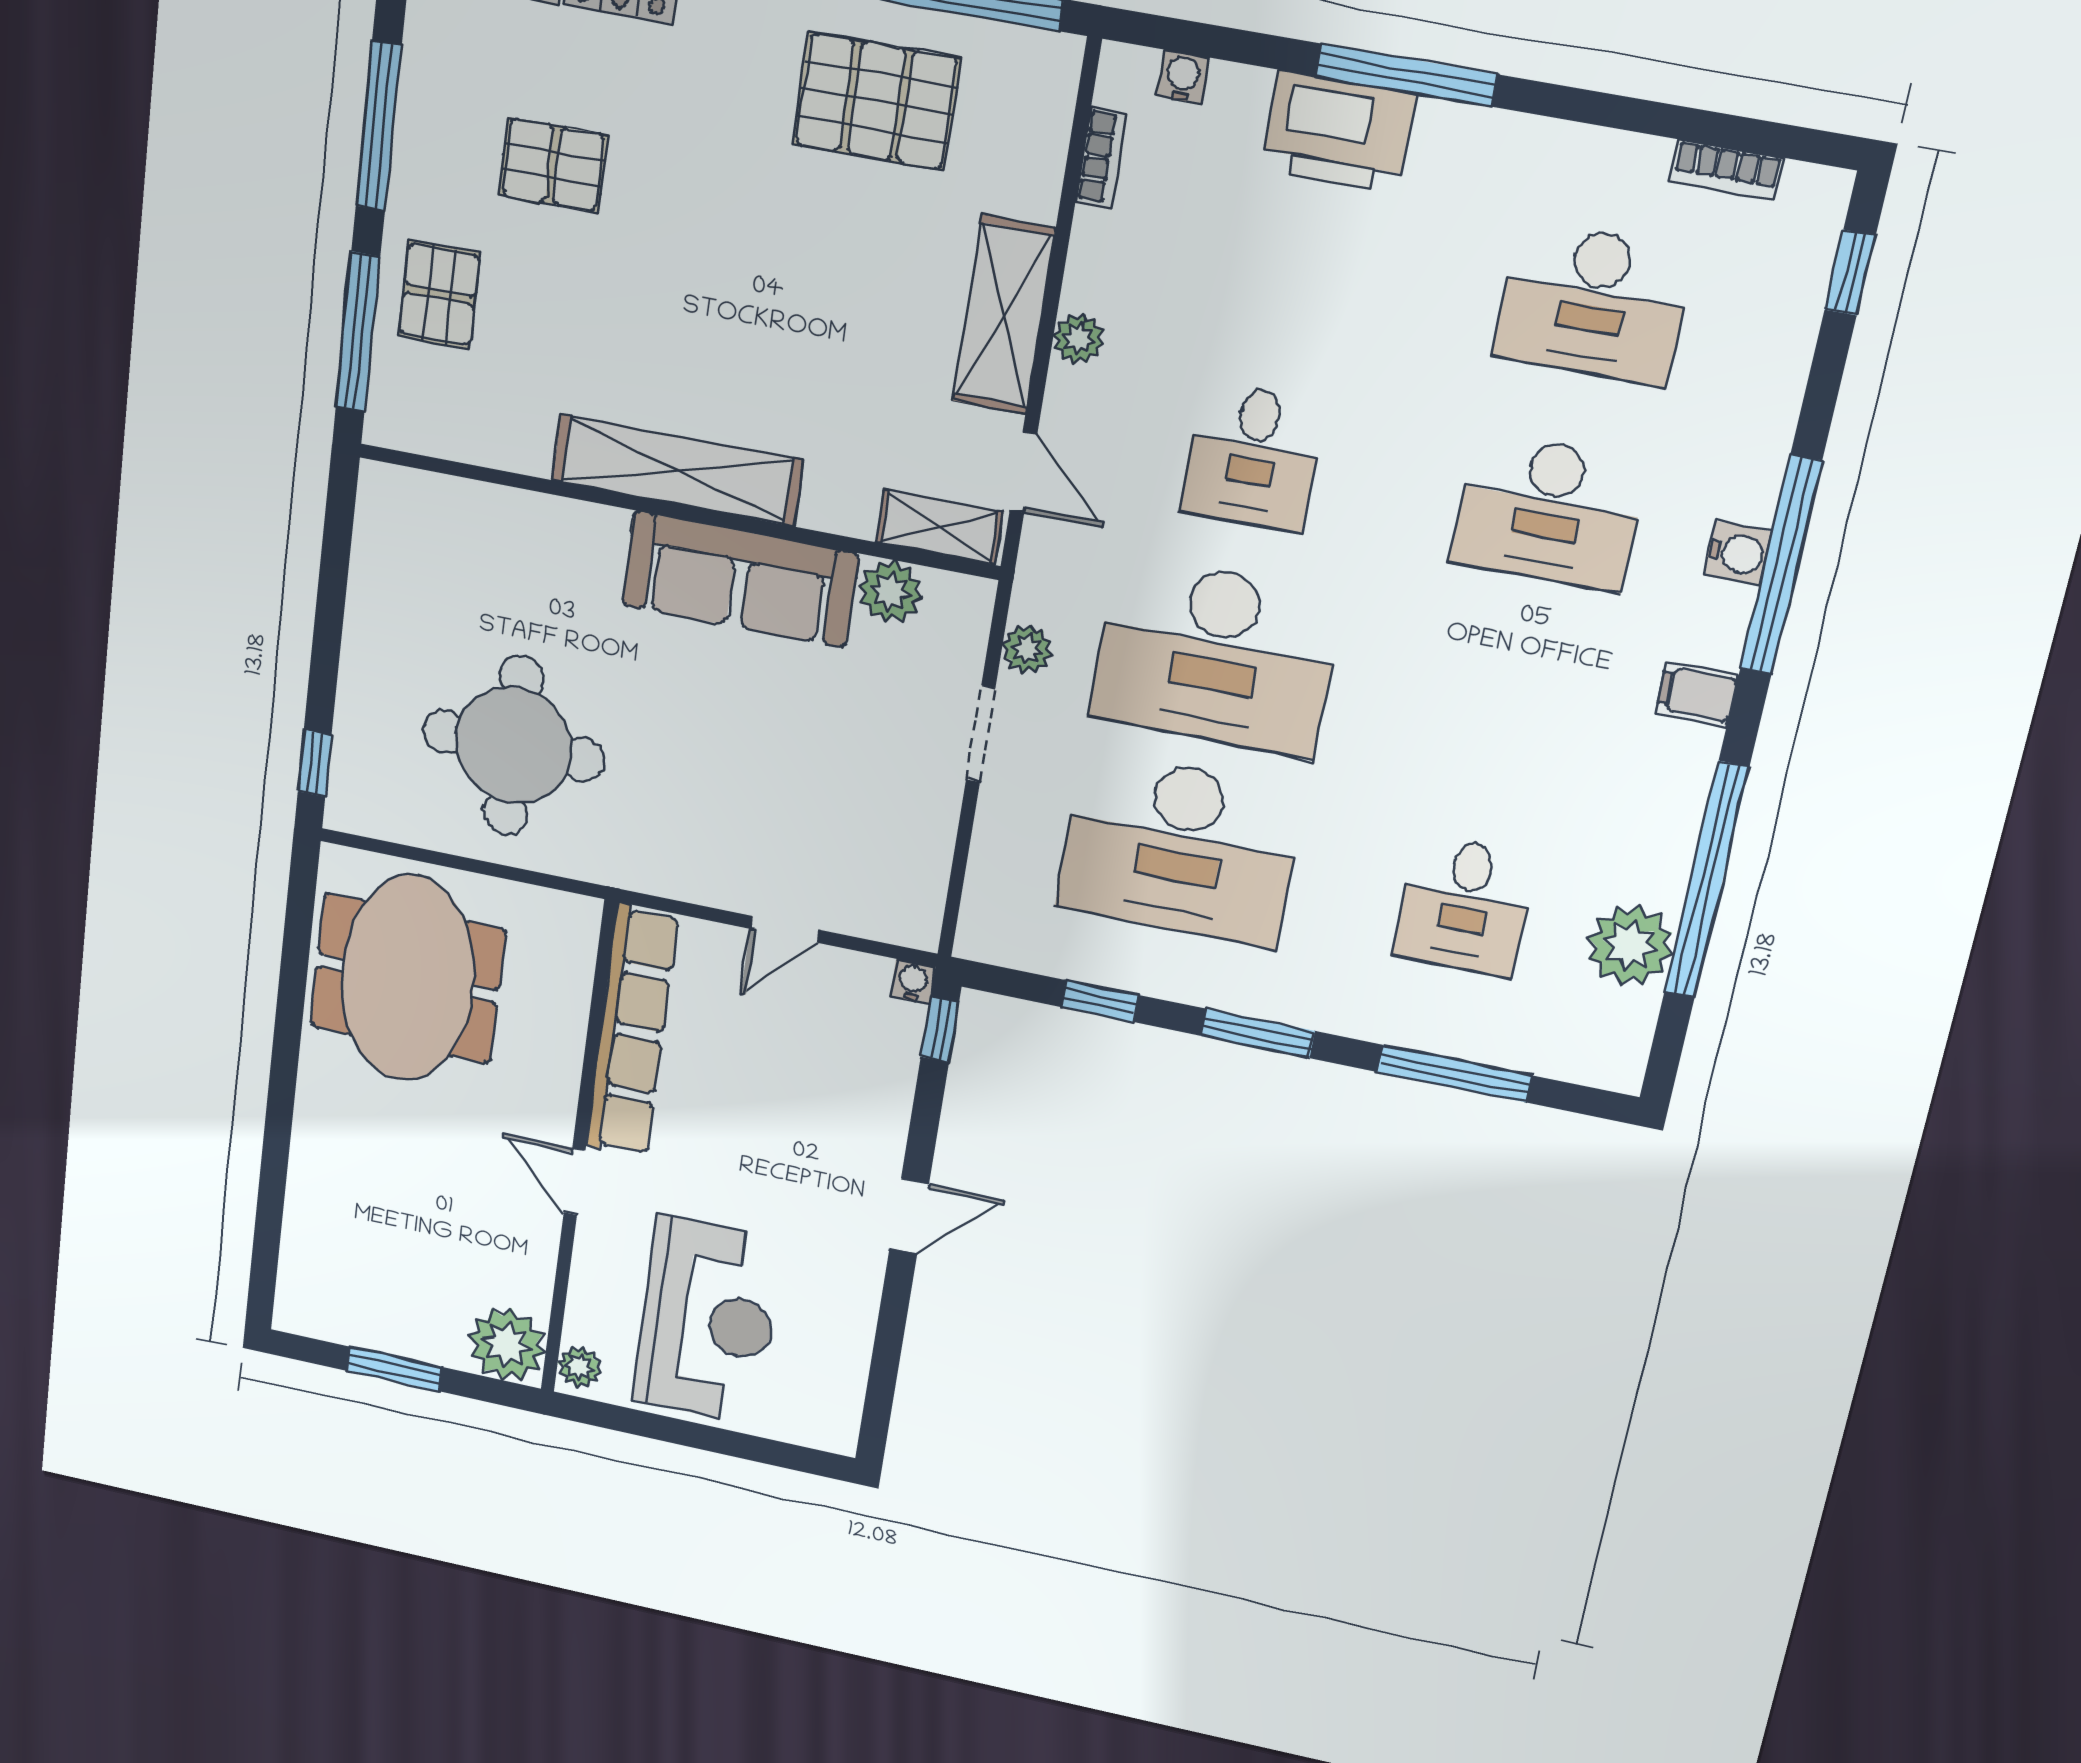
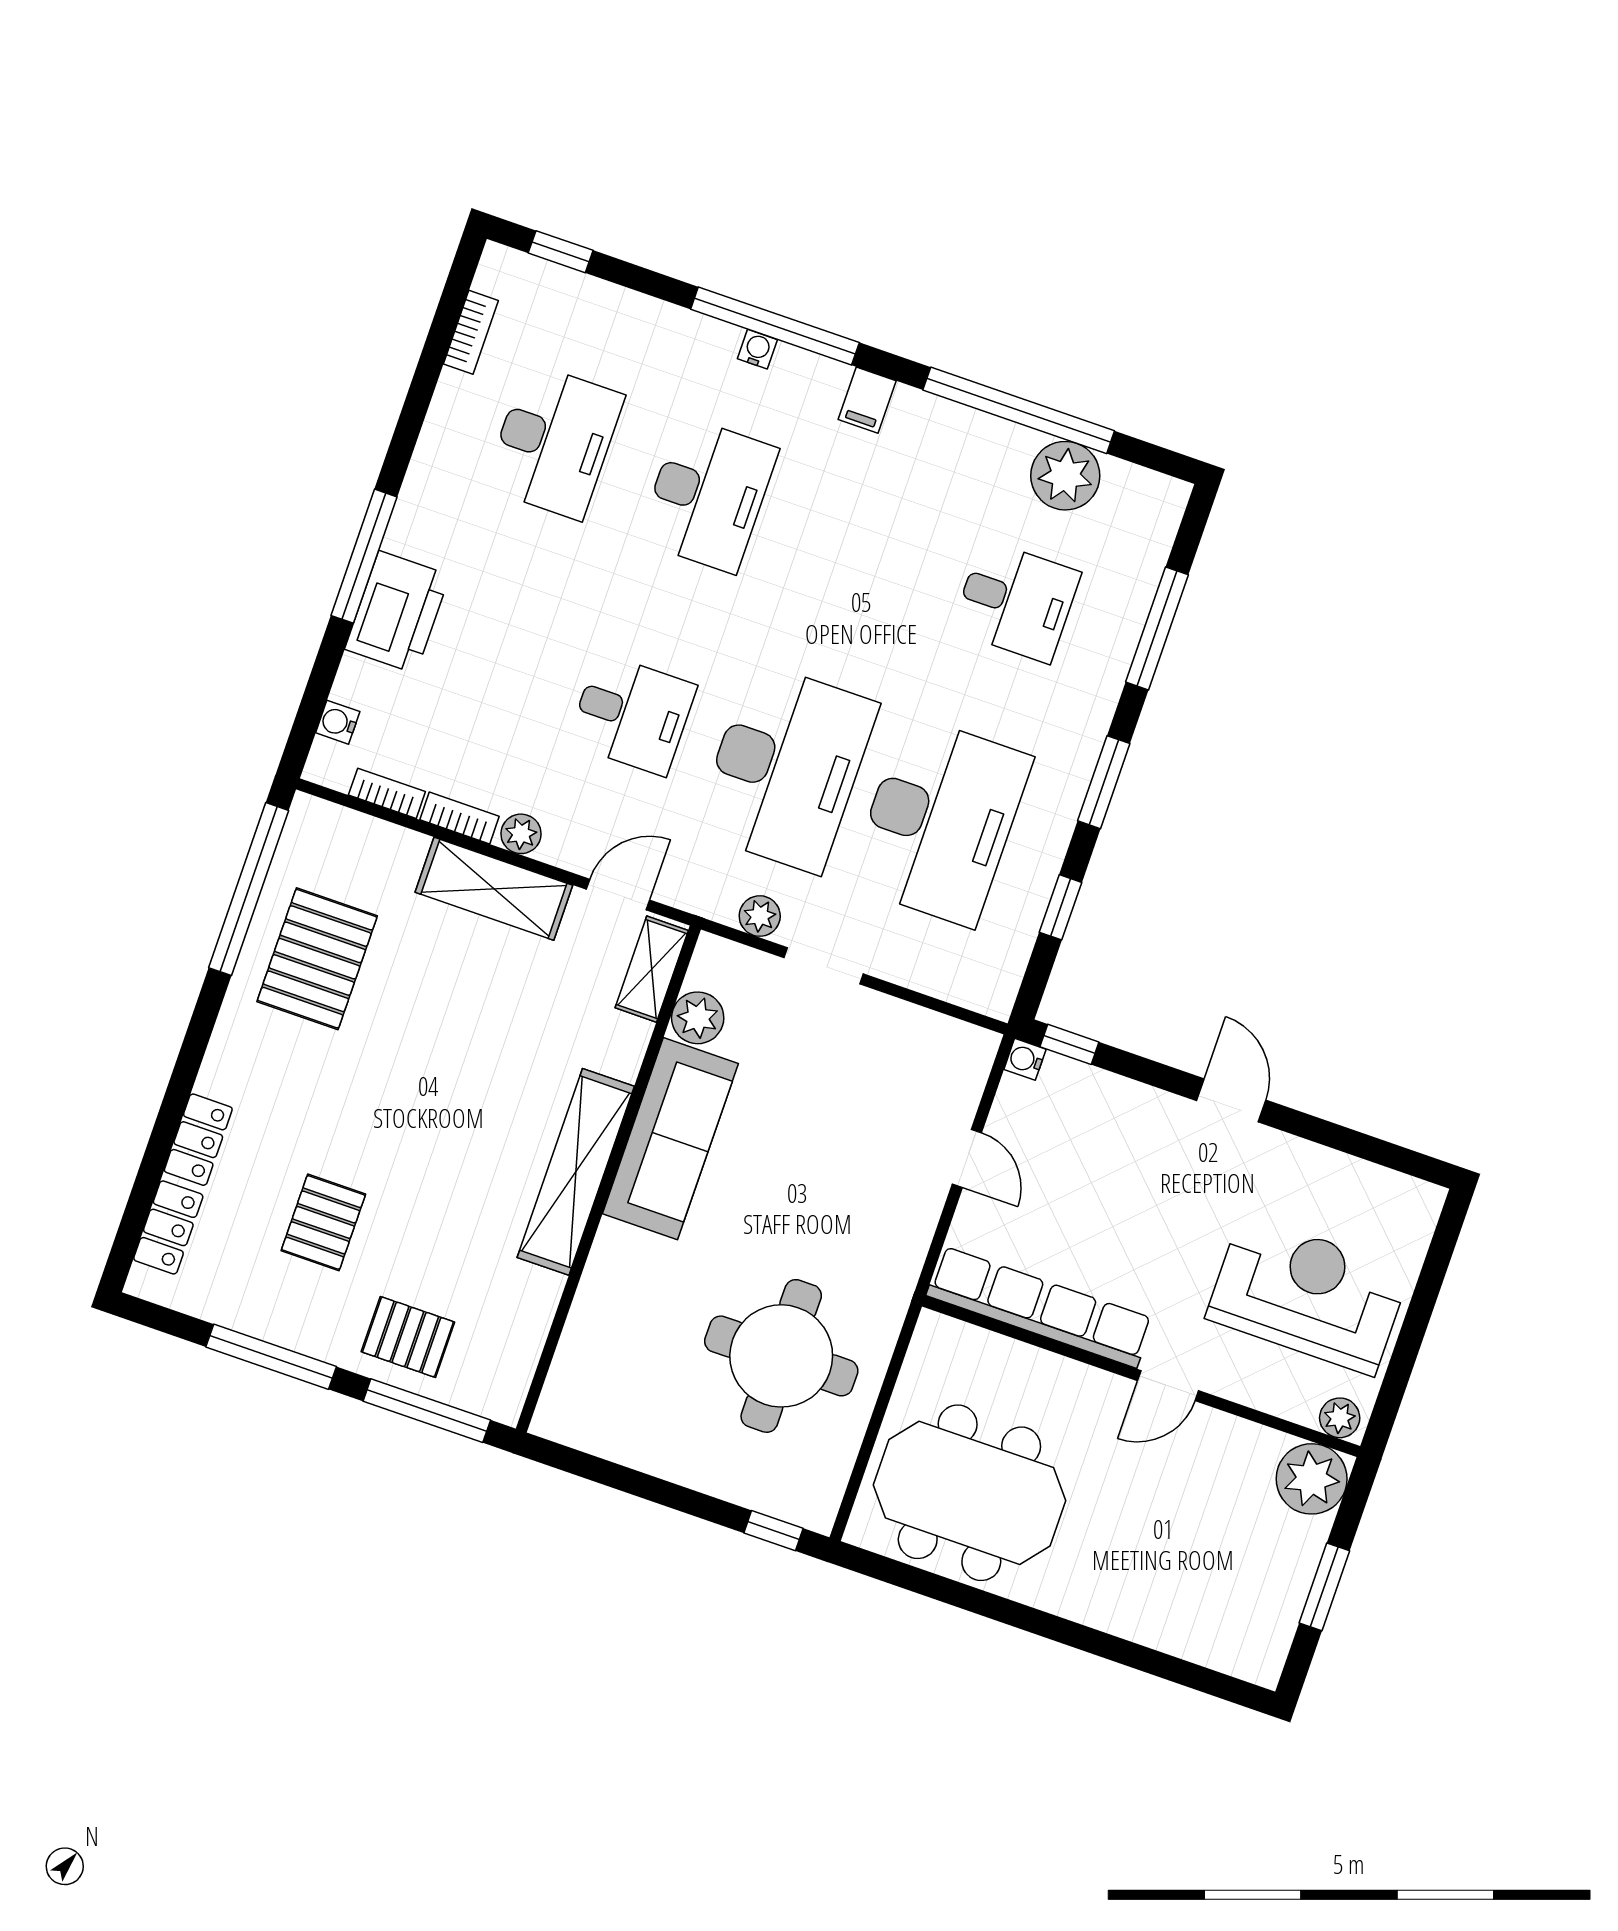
bookcase: (1086, 257) -> (459, 818), added
water cooler: (1738, 553) -> (757, 349), width x0.72, depth x0.72

